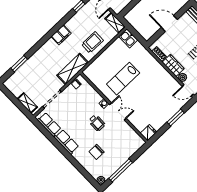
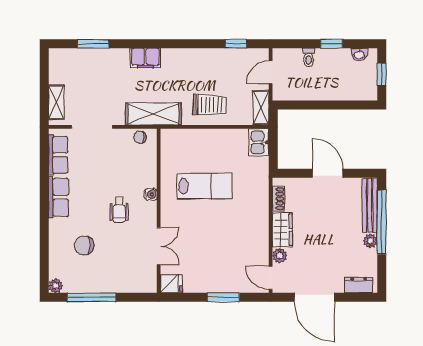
filing cabinet: (61, 35) -> (145, 58), moved
lab bench: (123, 79) -> (204, 186), turned 180
double door: (118, 111) -> (159, 246), moved

